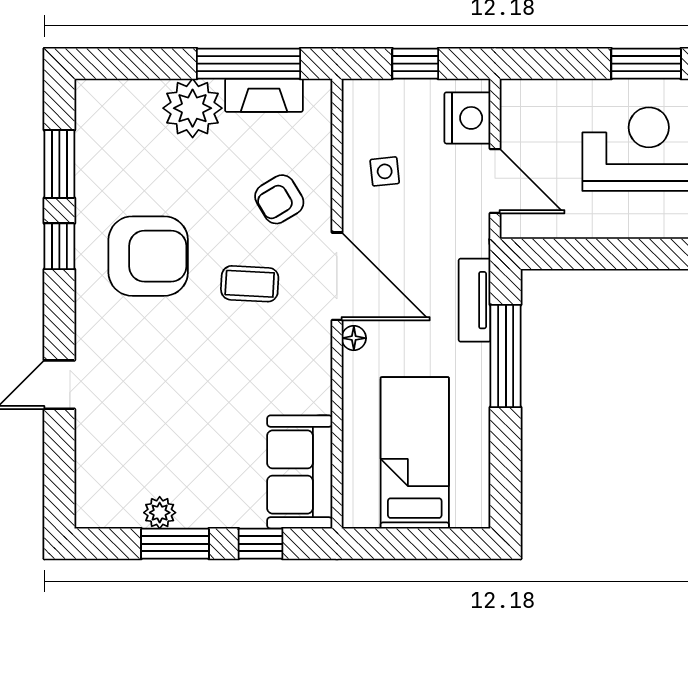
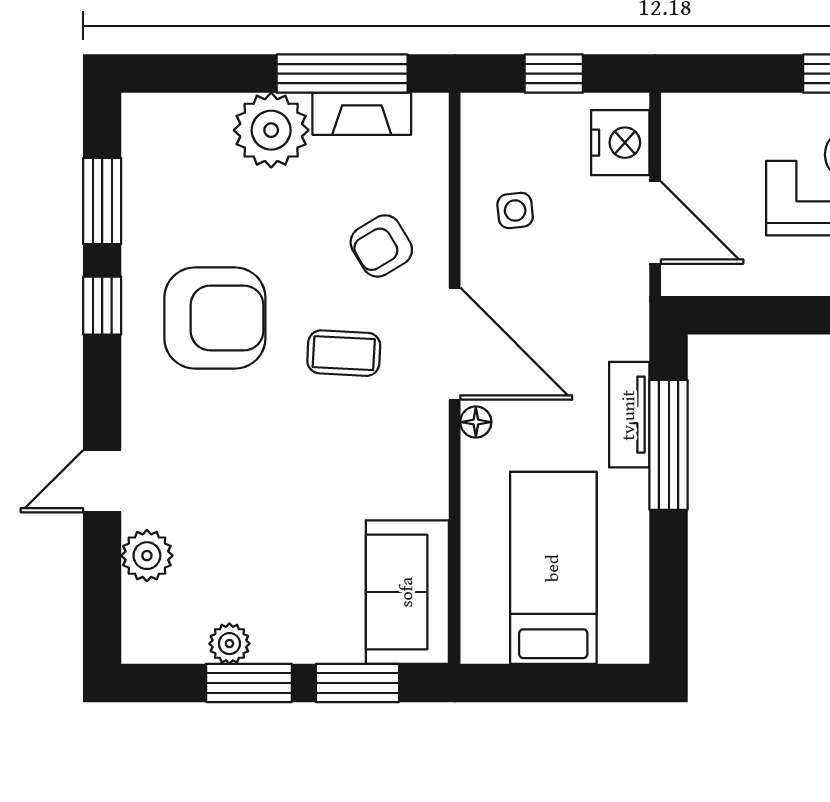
tv unit: (475, 300) -> (629, 415), moved
plant: (95, 443) -> (147, 556), added
window: (261, 544) -> (357, 683), width x1.50

